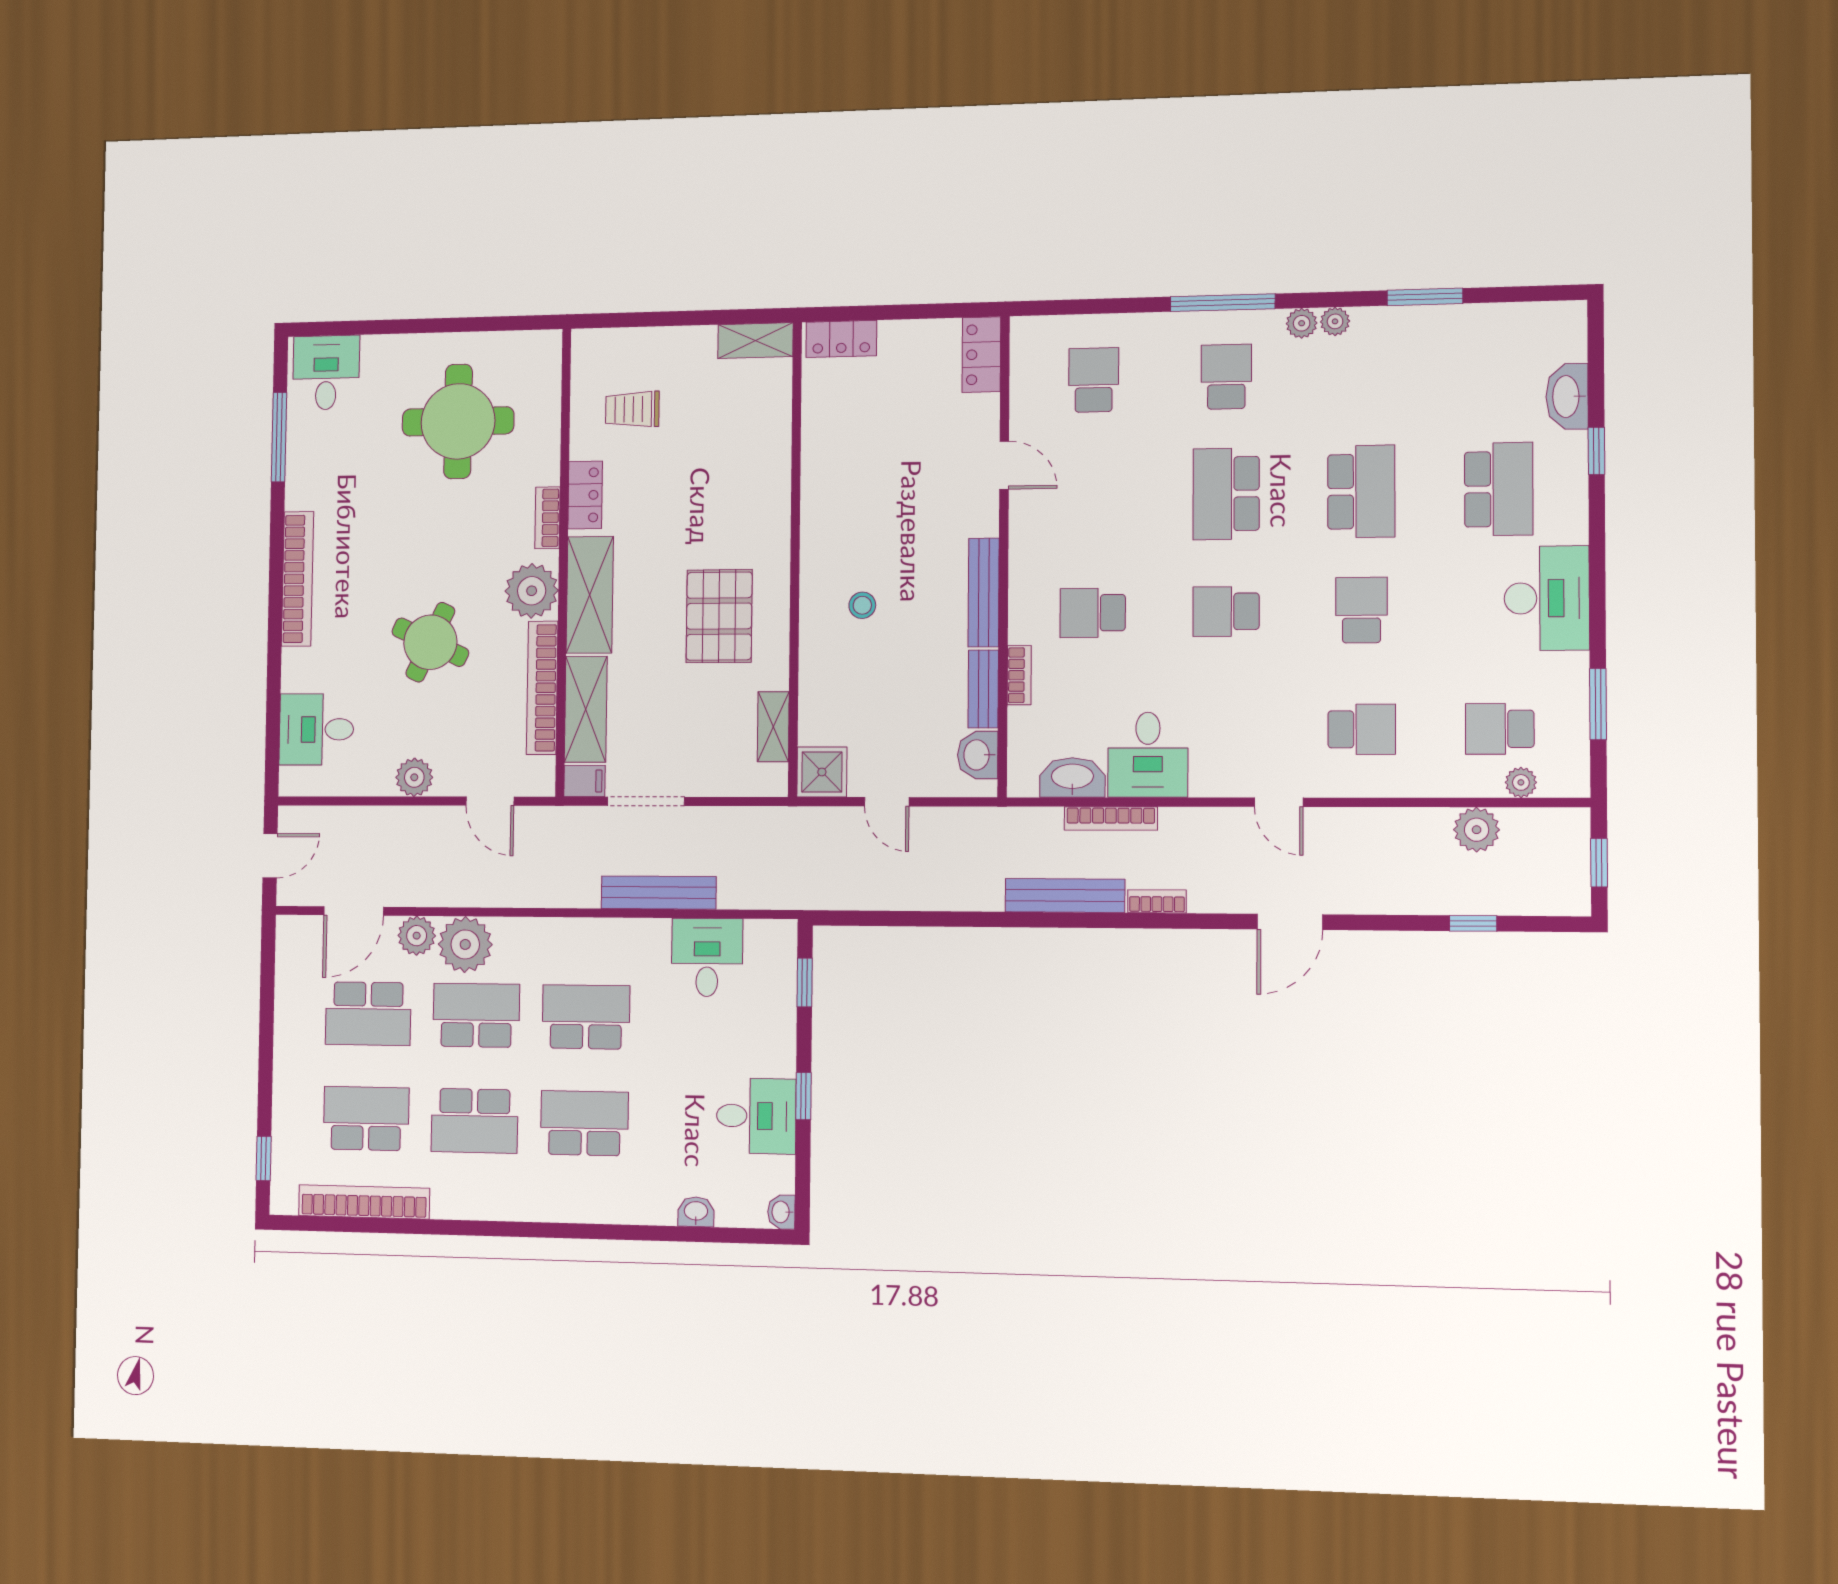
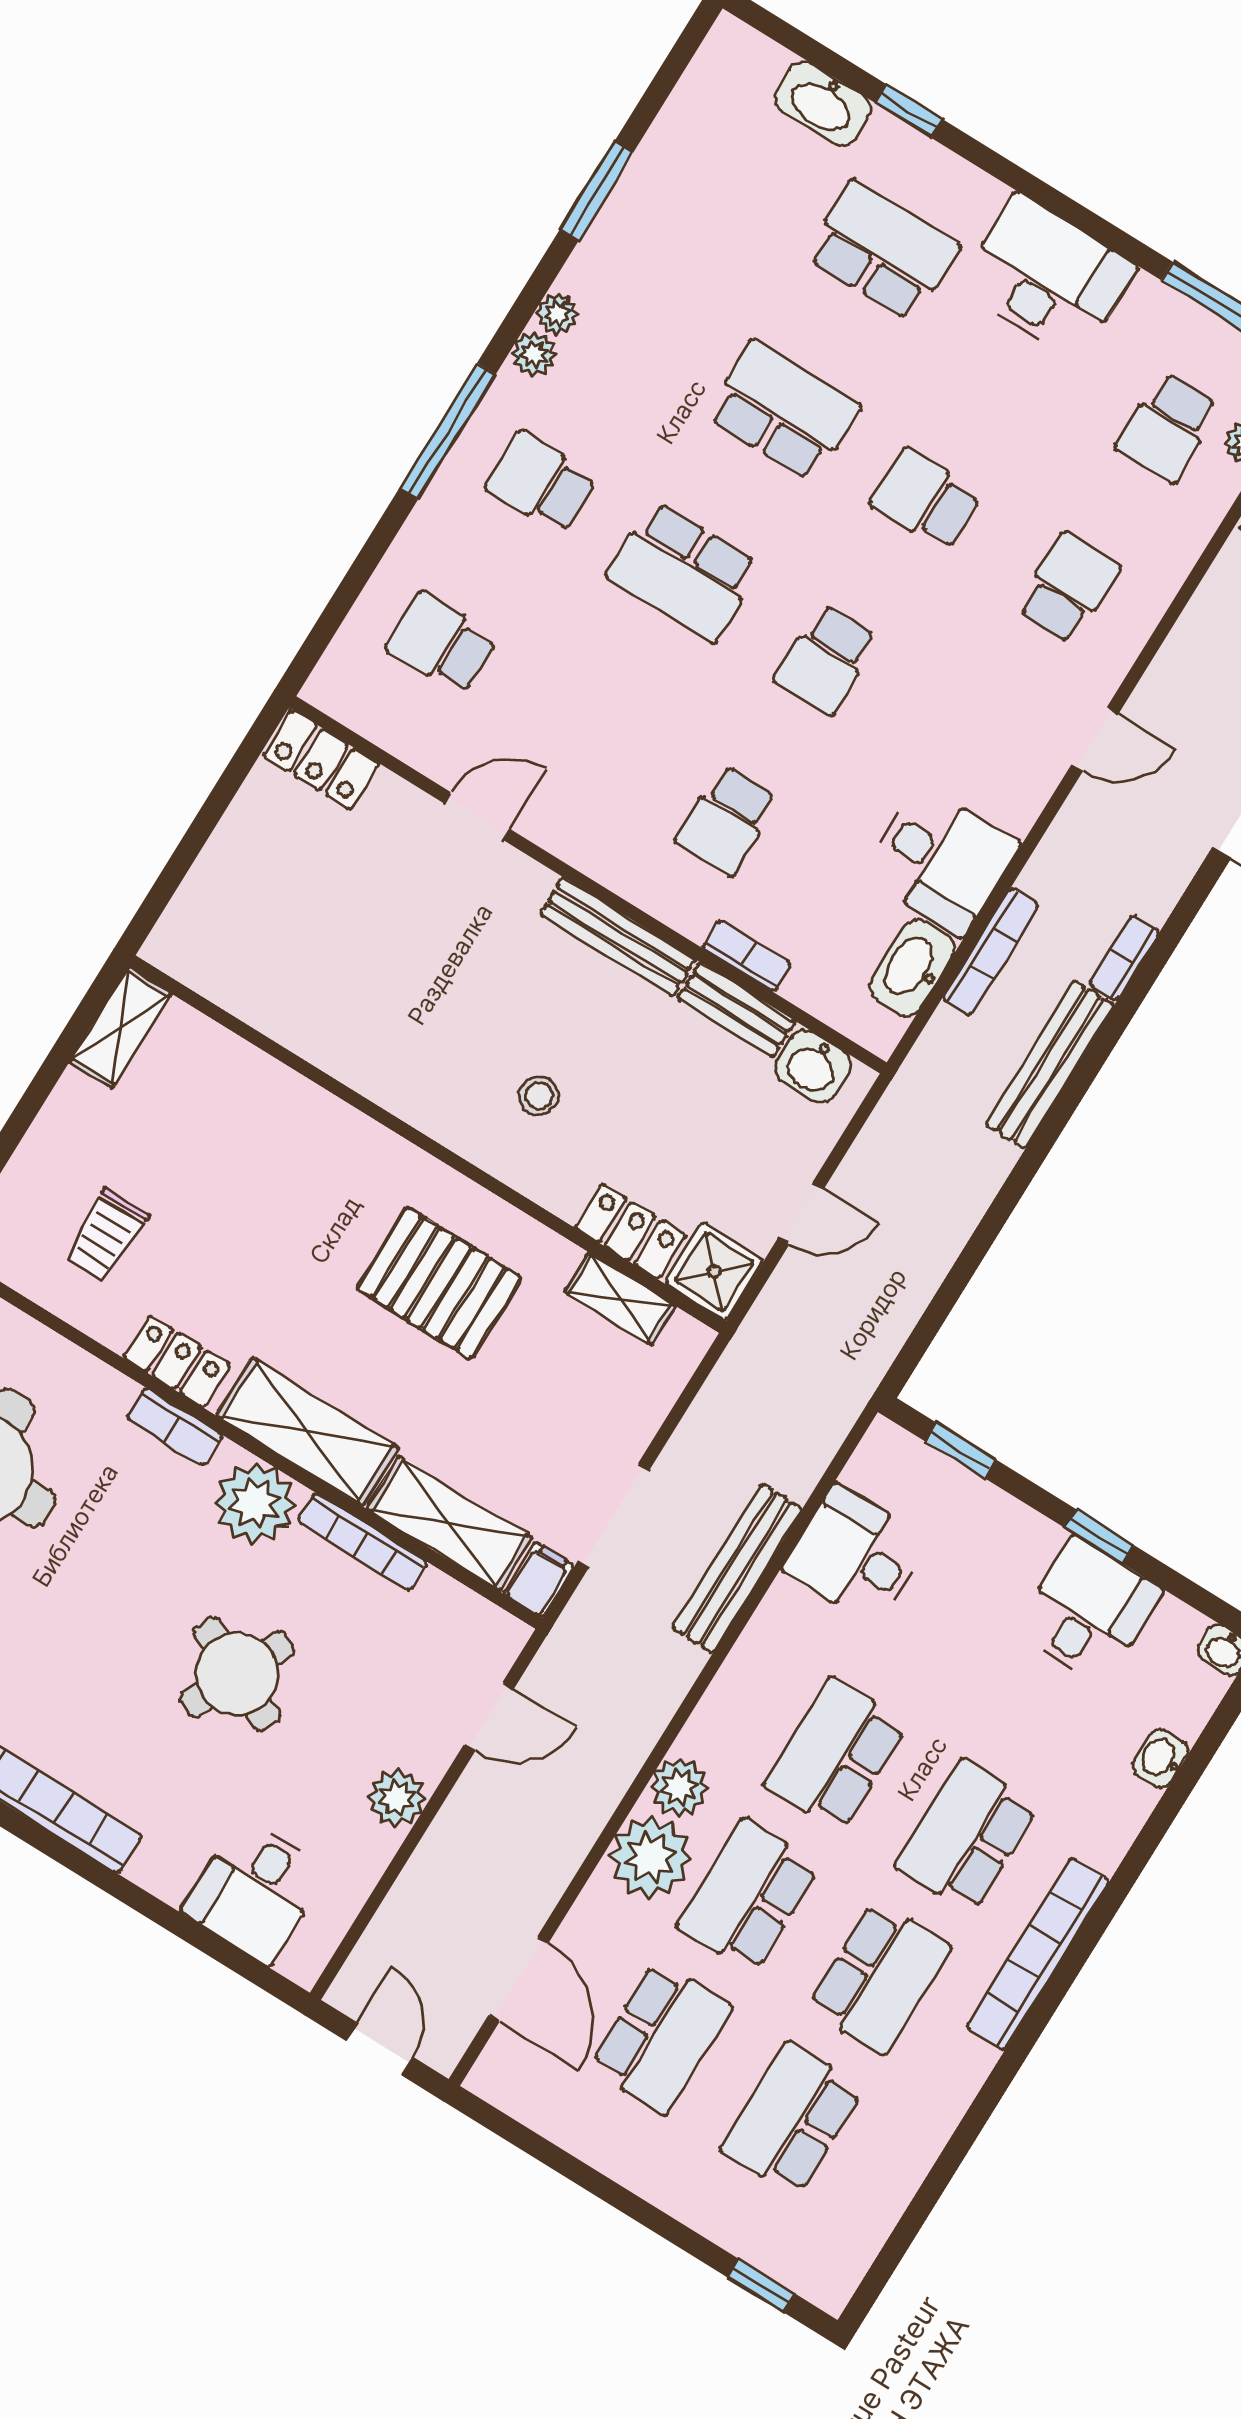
locker: (841, 339) -> (630, 1231), moved, turned -90
bookcase: (542, 688) -> (362, 1542), width x0.68, depth x0.76
plant: (417, 936) -> (679, 1787), moved
bookcase: (364, 1202) -> (1038, 1954), moved

